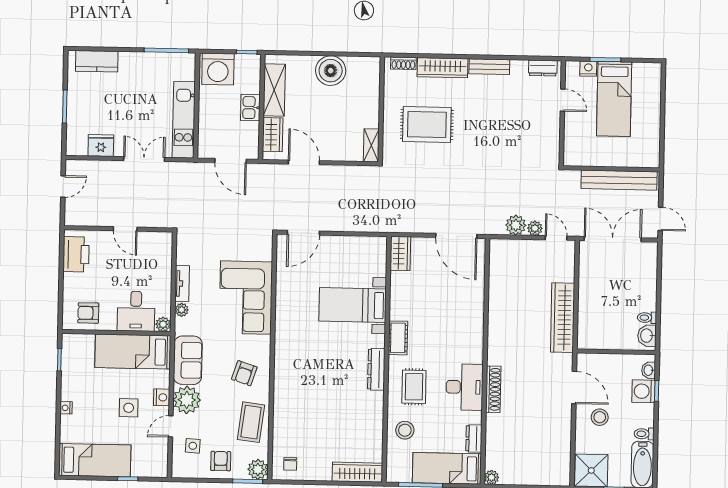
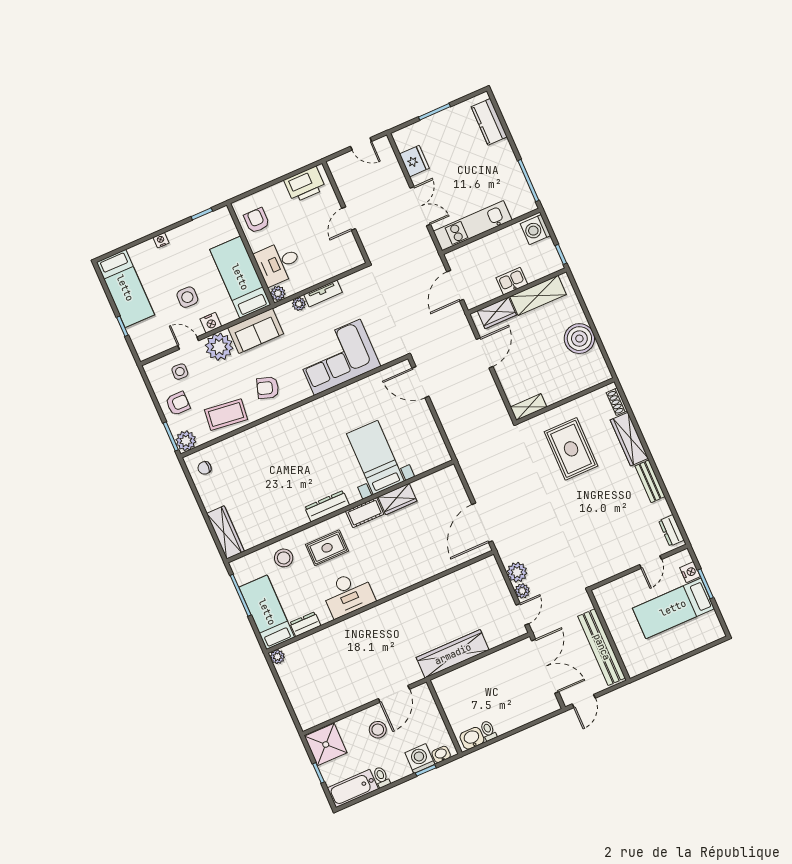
washing machine: (218, 69) -> (535, 230), width x0.73, depth x0.73
wardrobe: (400, 253) -> (397, 499), moved
shoe rack: (493, 389) -> (358, 621), removed

